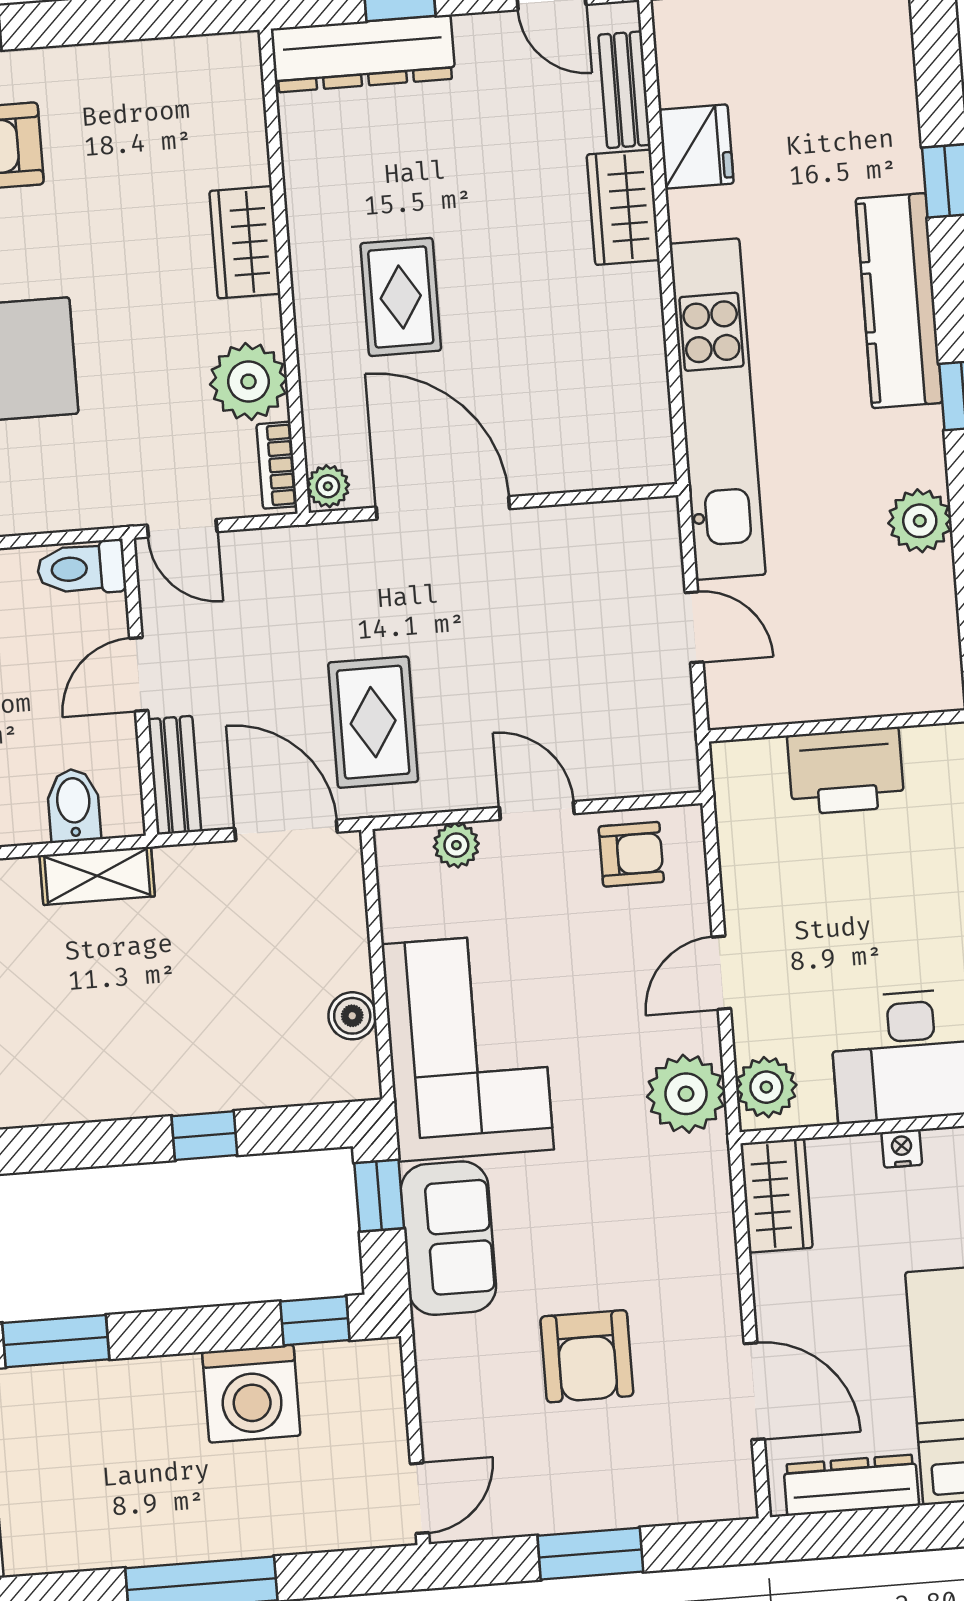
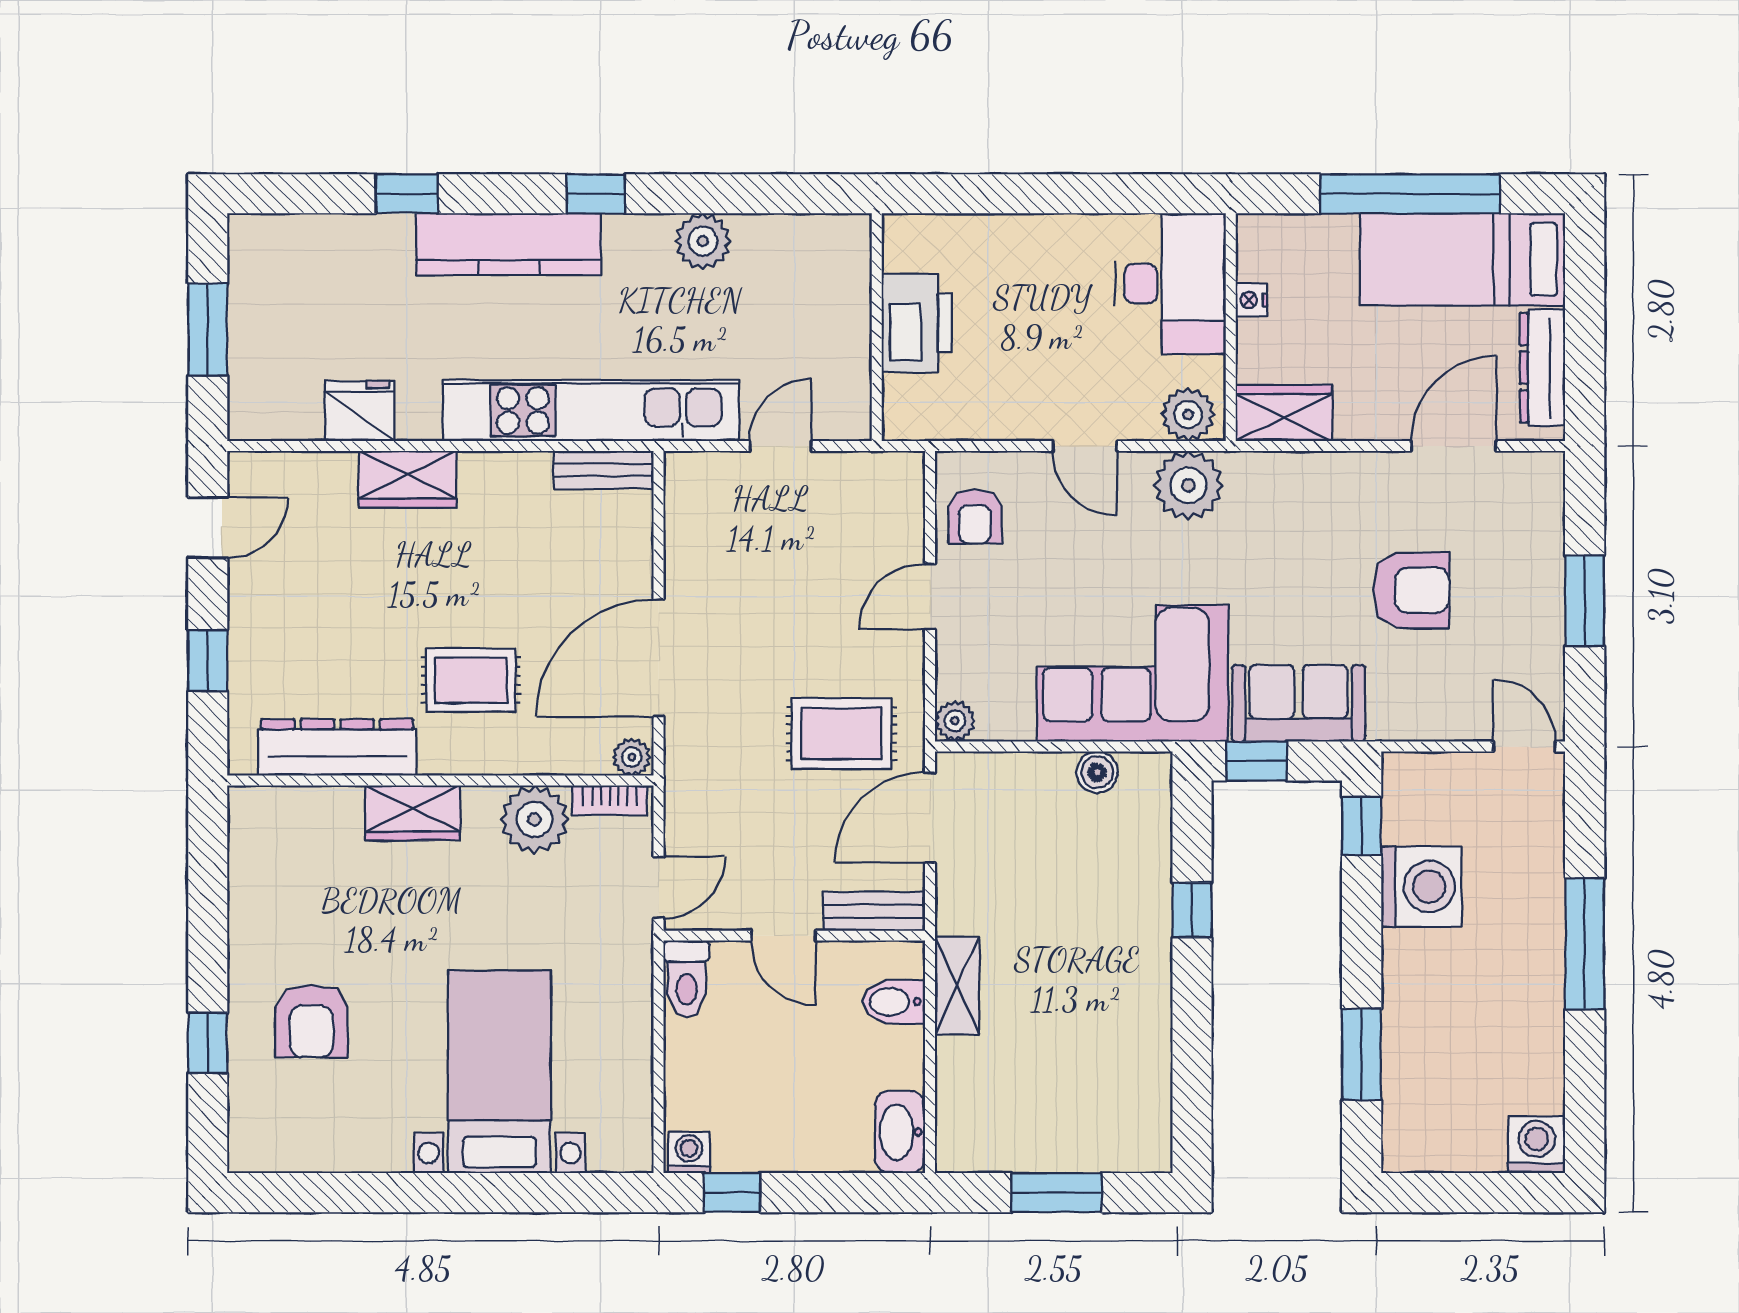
dresser: (363, 54) -> (337, 747), moved, turned -90
bench: (625, 90) -> (604, 470), moved
plant: (456, 845) -> (955, 721), moved
armchair: (631, 854) -> (975, 517), turned 180

